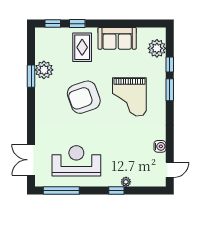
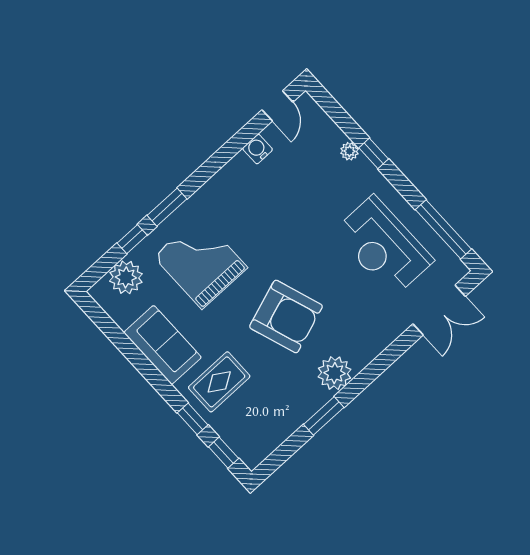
plant: (44, 70) -> (335, 373), moved
grand piano: (129, 97) -> (201, 262), moved, turned -90
door: (170, 170) -> (277, 106), swing flipped

